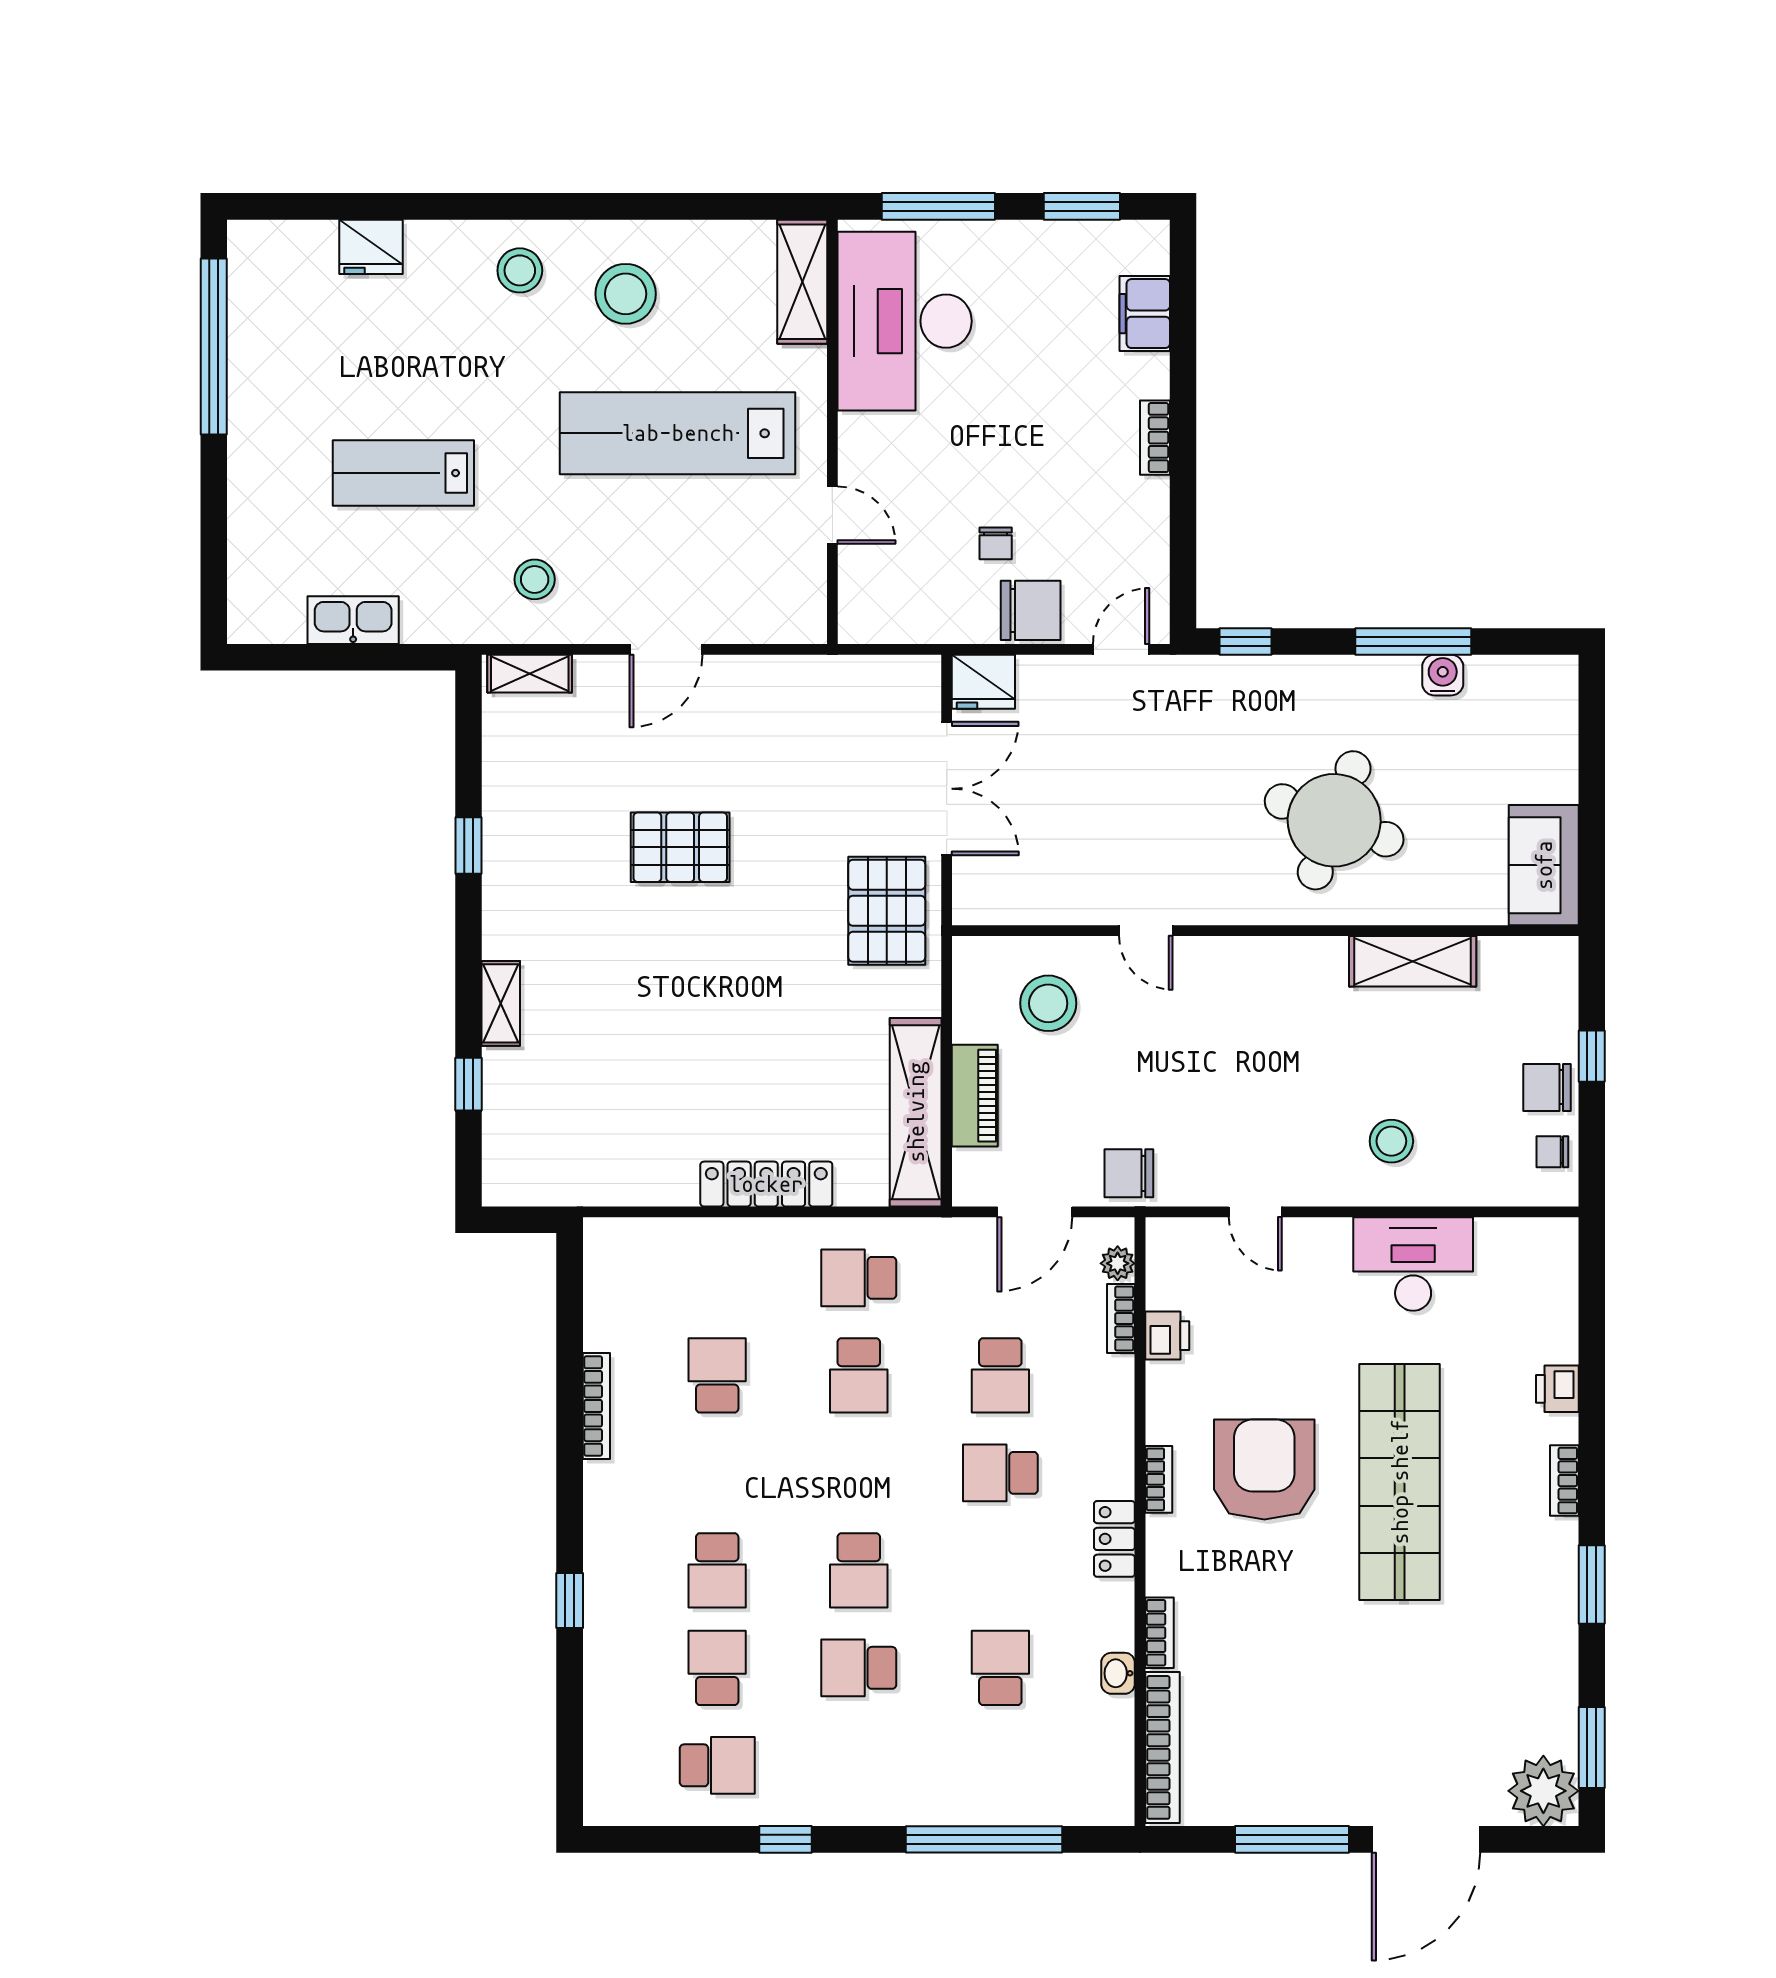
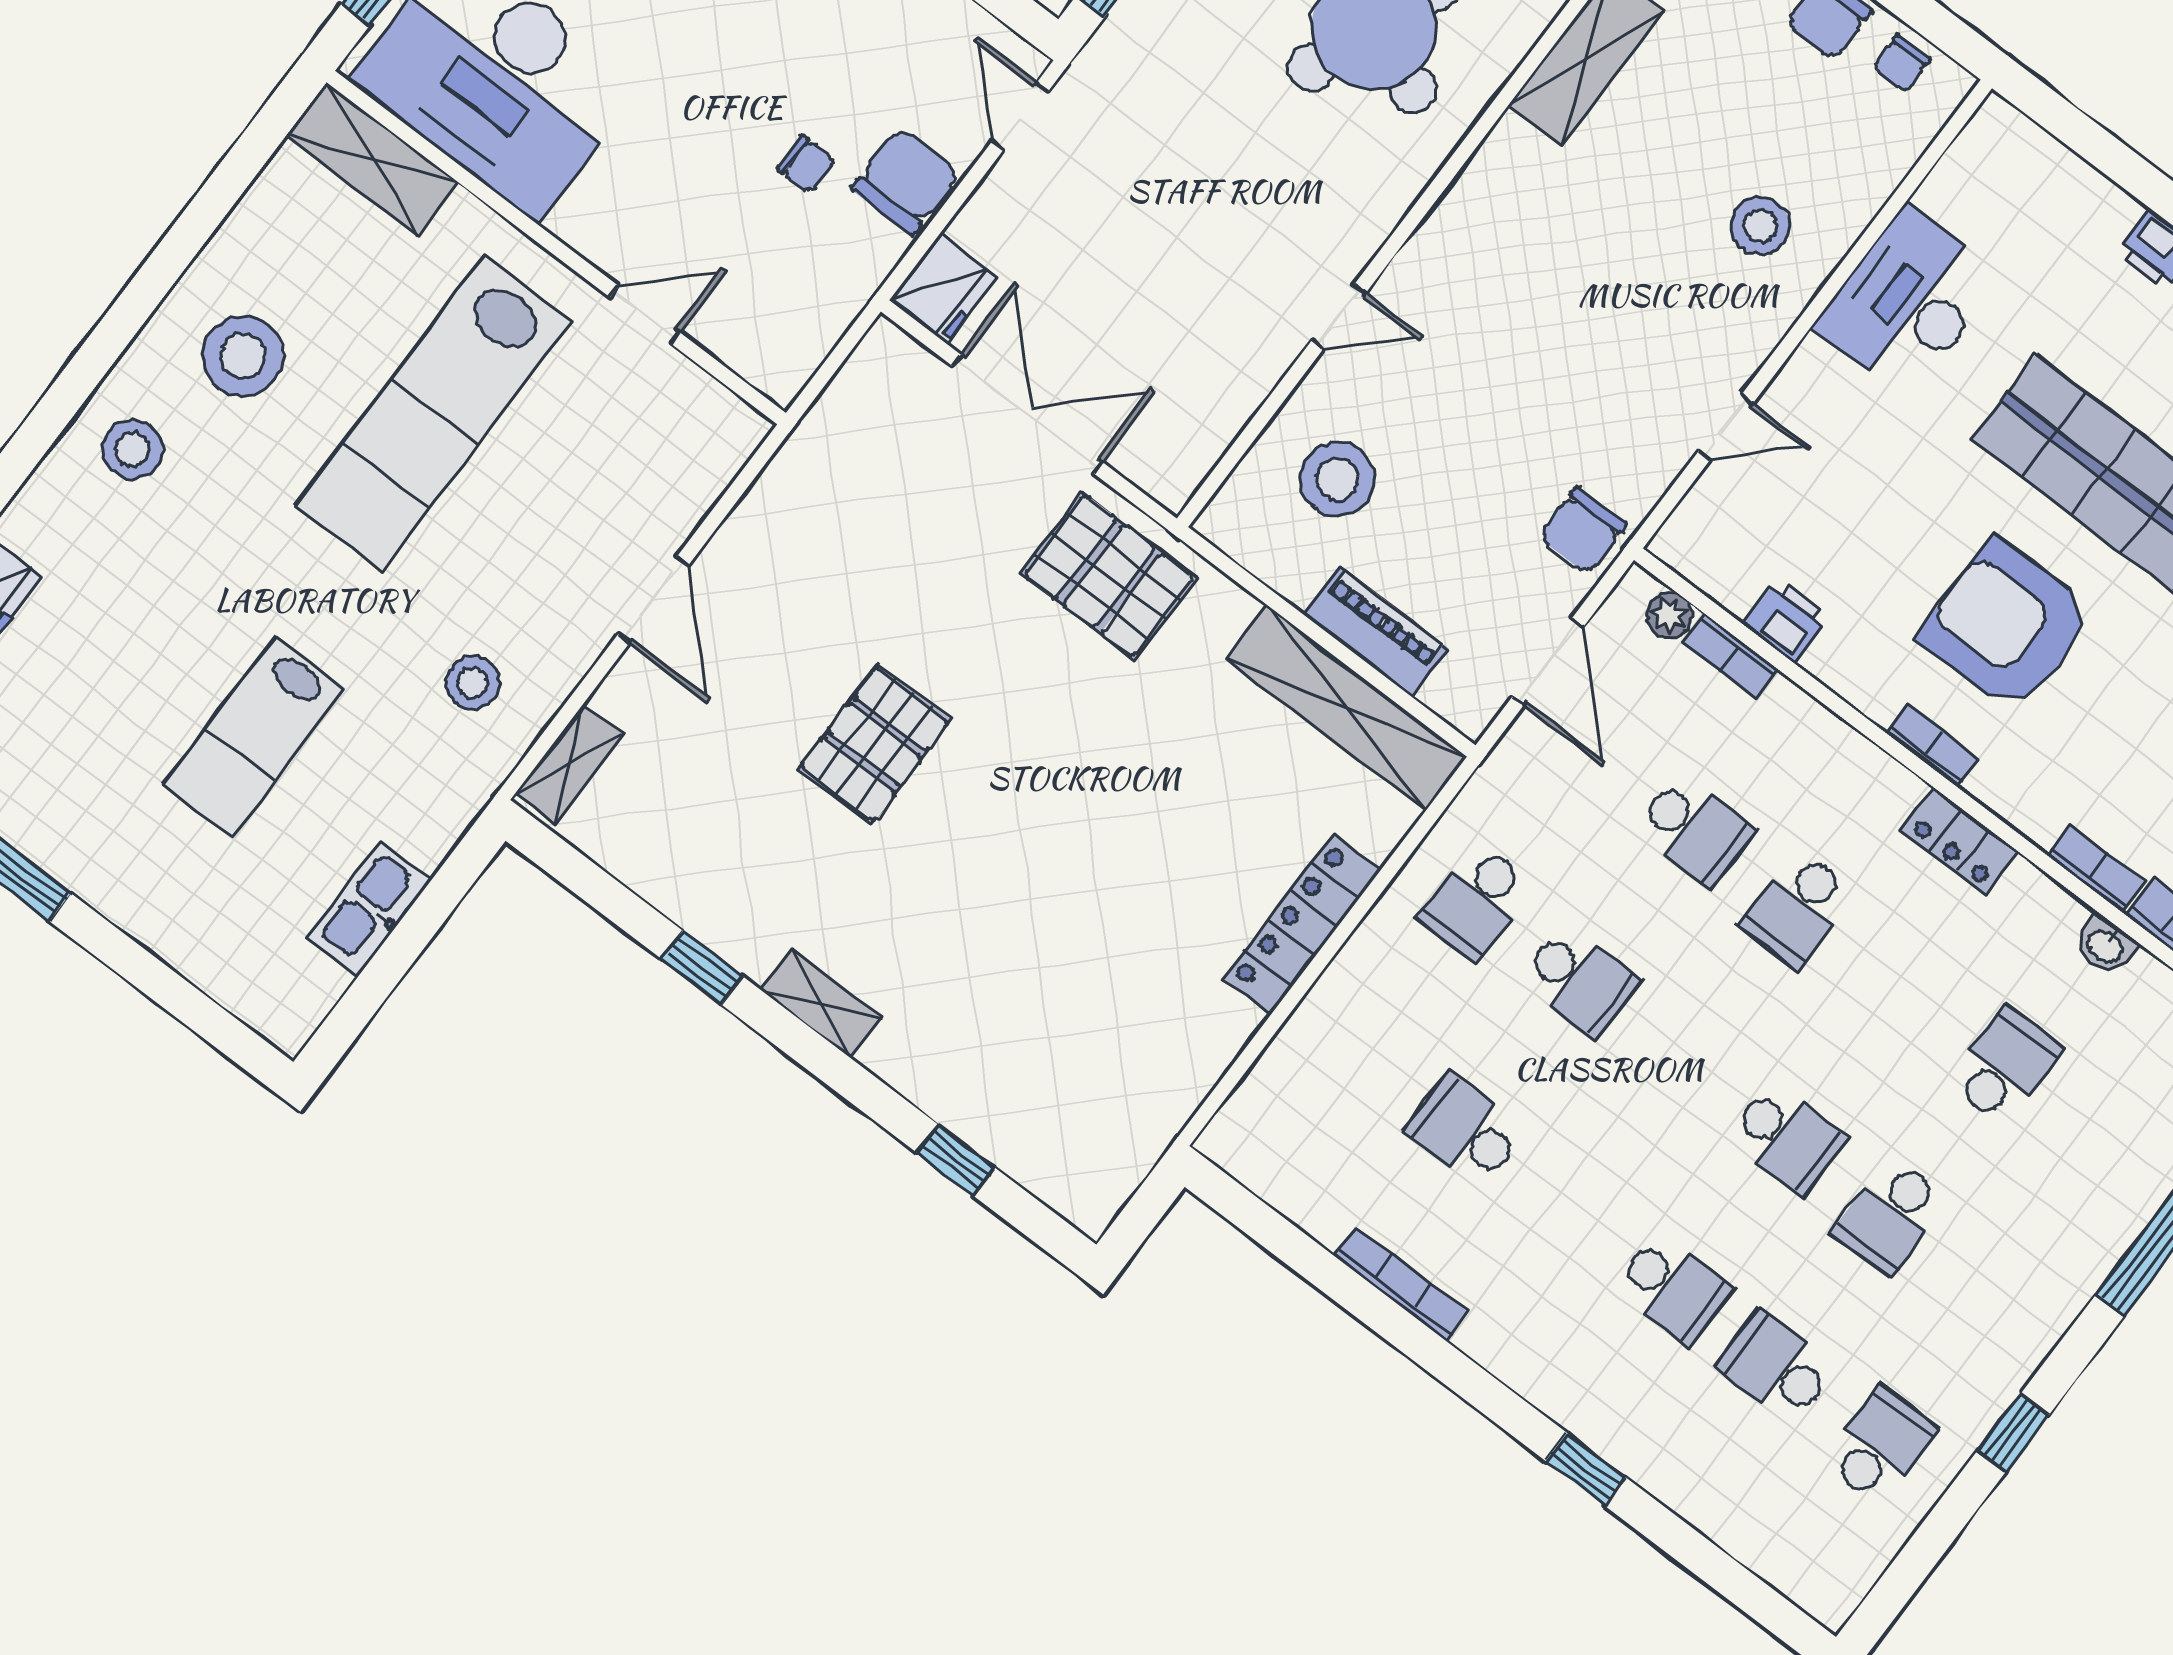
shelving: (501, 1003) -> (821, 1004), moved
school desk: (1000, 1668) -> (2005, 1066), turned 90

